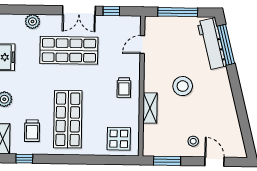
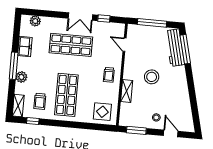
plant: (32, 21) -> (35, 21), moved
door: (142, 45) -> (125, 45), hinge flipped

